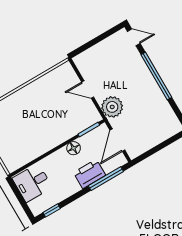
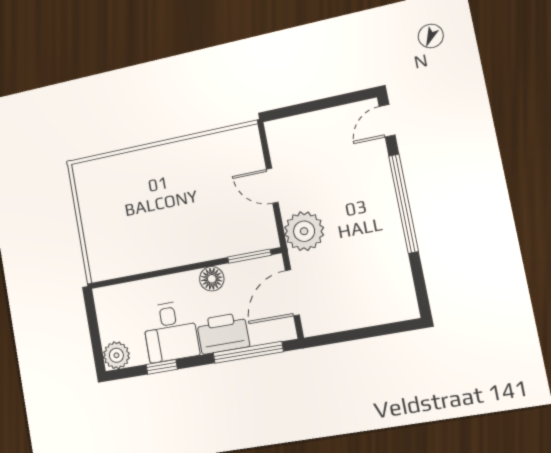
door: (134, 37) -> (387, 121), swing flipped
desk: (32, 183) -> (170, 331), moved, turned -90
plant: (37, 207) -> (116, 355), added
window: (52, 210) -> (162, 367), moved

